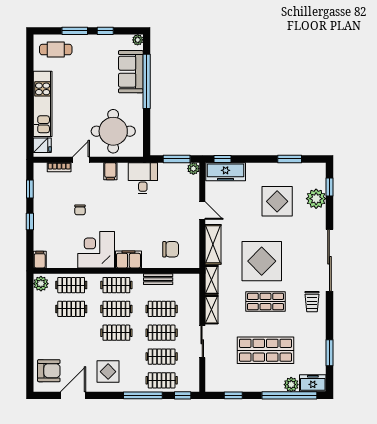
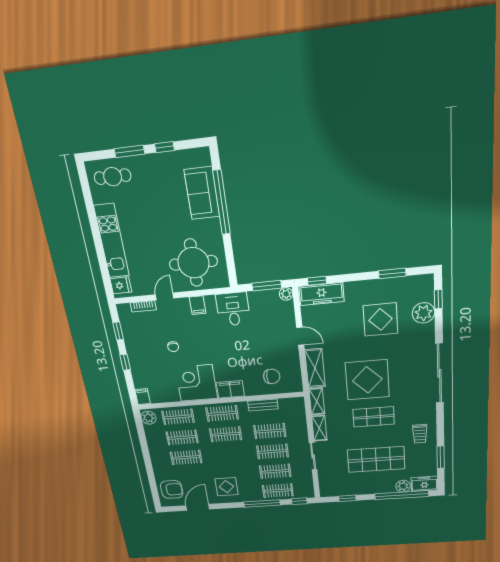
plant: (138, 40) -> (204, 154), removed
trolley: (312, 302) -> (420, 434), moved
clothes rail: (116, 333) -> (186, 457), moved

